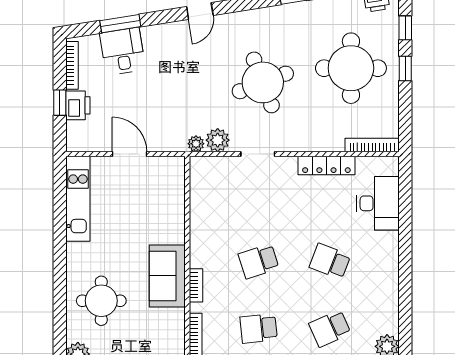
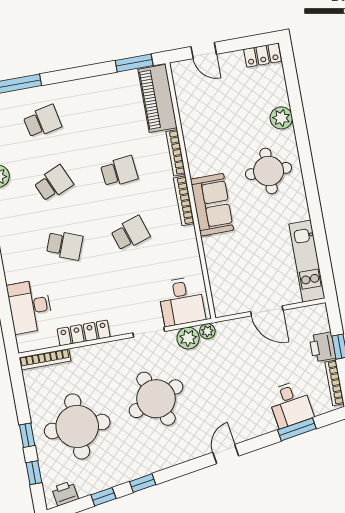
desk: (217, 180) -> (182, 301), added
bookcase: (196, 285) -> (184, 201), width x1.56

